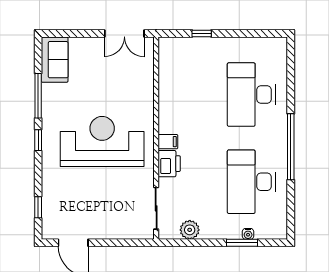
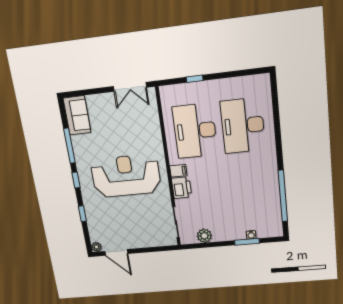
window: (291, 147) -> (283, 196), moved
desk: (251, 182) -> (195, 131), moved
window: (38, 207) -> (82, 214), moved
plant: (48, 233) -> (96, 247), added

